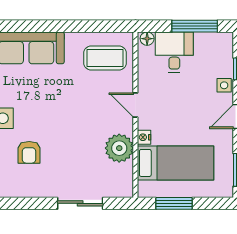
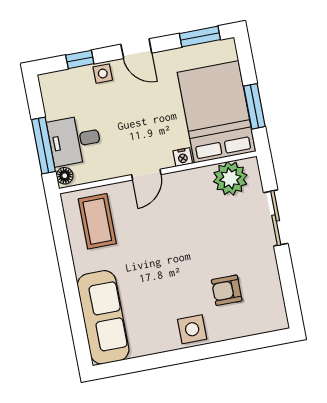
window: (195, 26) -> (44, 145), moved
plant: (119, 148) -> (230, 178), moved
armchair: (29, 152) -> (227, 290), turned 180
bed: (175, 163) -> (216, 112), width x1.50

